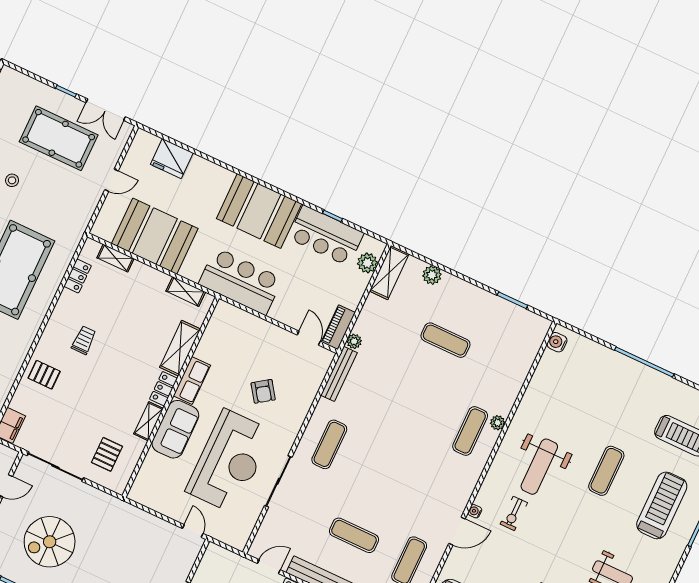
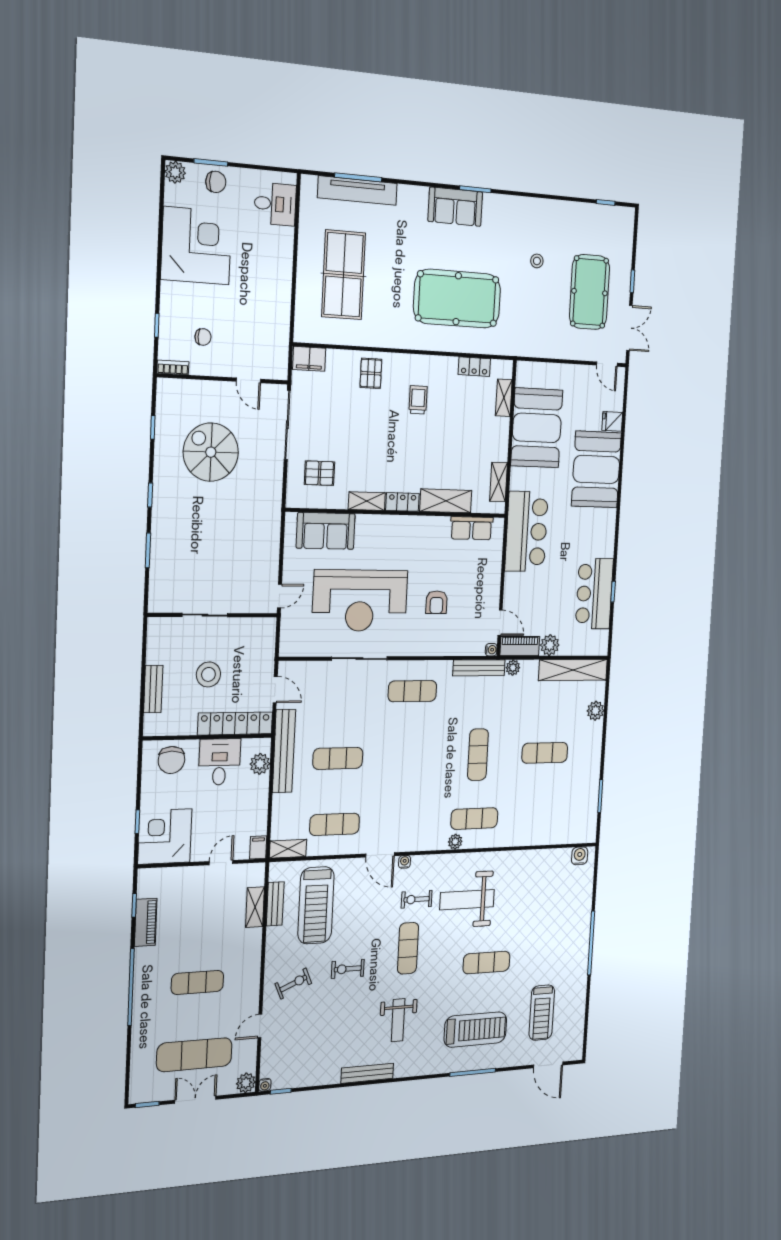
double door: (106, 110) -> (629, 328), swing flipped
fridge: (172, 159) -> (612, 421), width x0.53, depth x0.75
door: (111, 180) -> (607, 364), moved
booth: (259, 211) -> (596, 469), moved
plant: (367, 263) -> (550, 645), moved
shelving: (389, 273) -> (573, 670), width x1.47
door: (309, 338) -> (500, 623), hinge flipped
trolley: (84, 340) -> (418, 400), turned -90
exercise mat: (445, 340) -> (545, 753), turned 90
water cooler: (328, 356) -> (491, 650), added
row of seats: (192, 381) -> (472, 528), moved
armchair: (263, 391) -> (437, 602), turned -55
exercise mat: (415, 405) -> (478, 755), added
plant: (498, 423) -> (455, 842), moved
sofa: (175, 429) -> (326, 531), moved
exercise mat: (354, 535) -> (338, 758), turned 90
exercise mat: (553, 539) -> (408, 948), added

